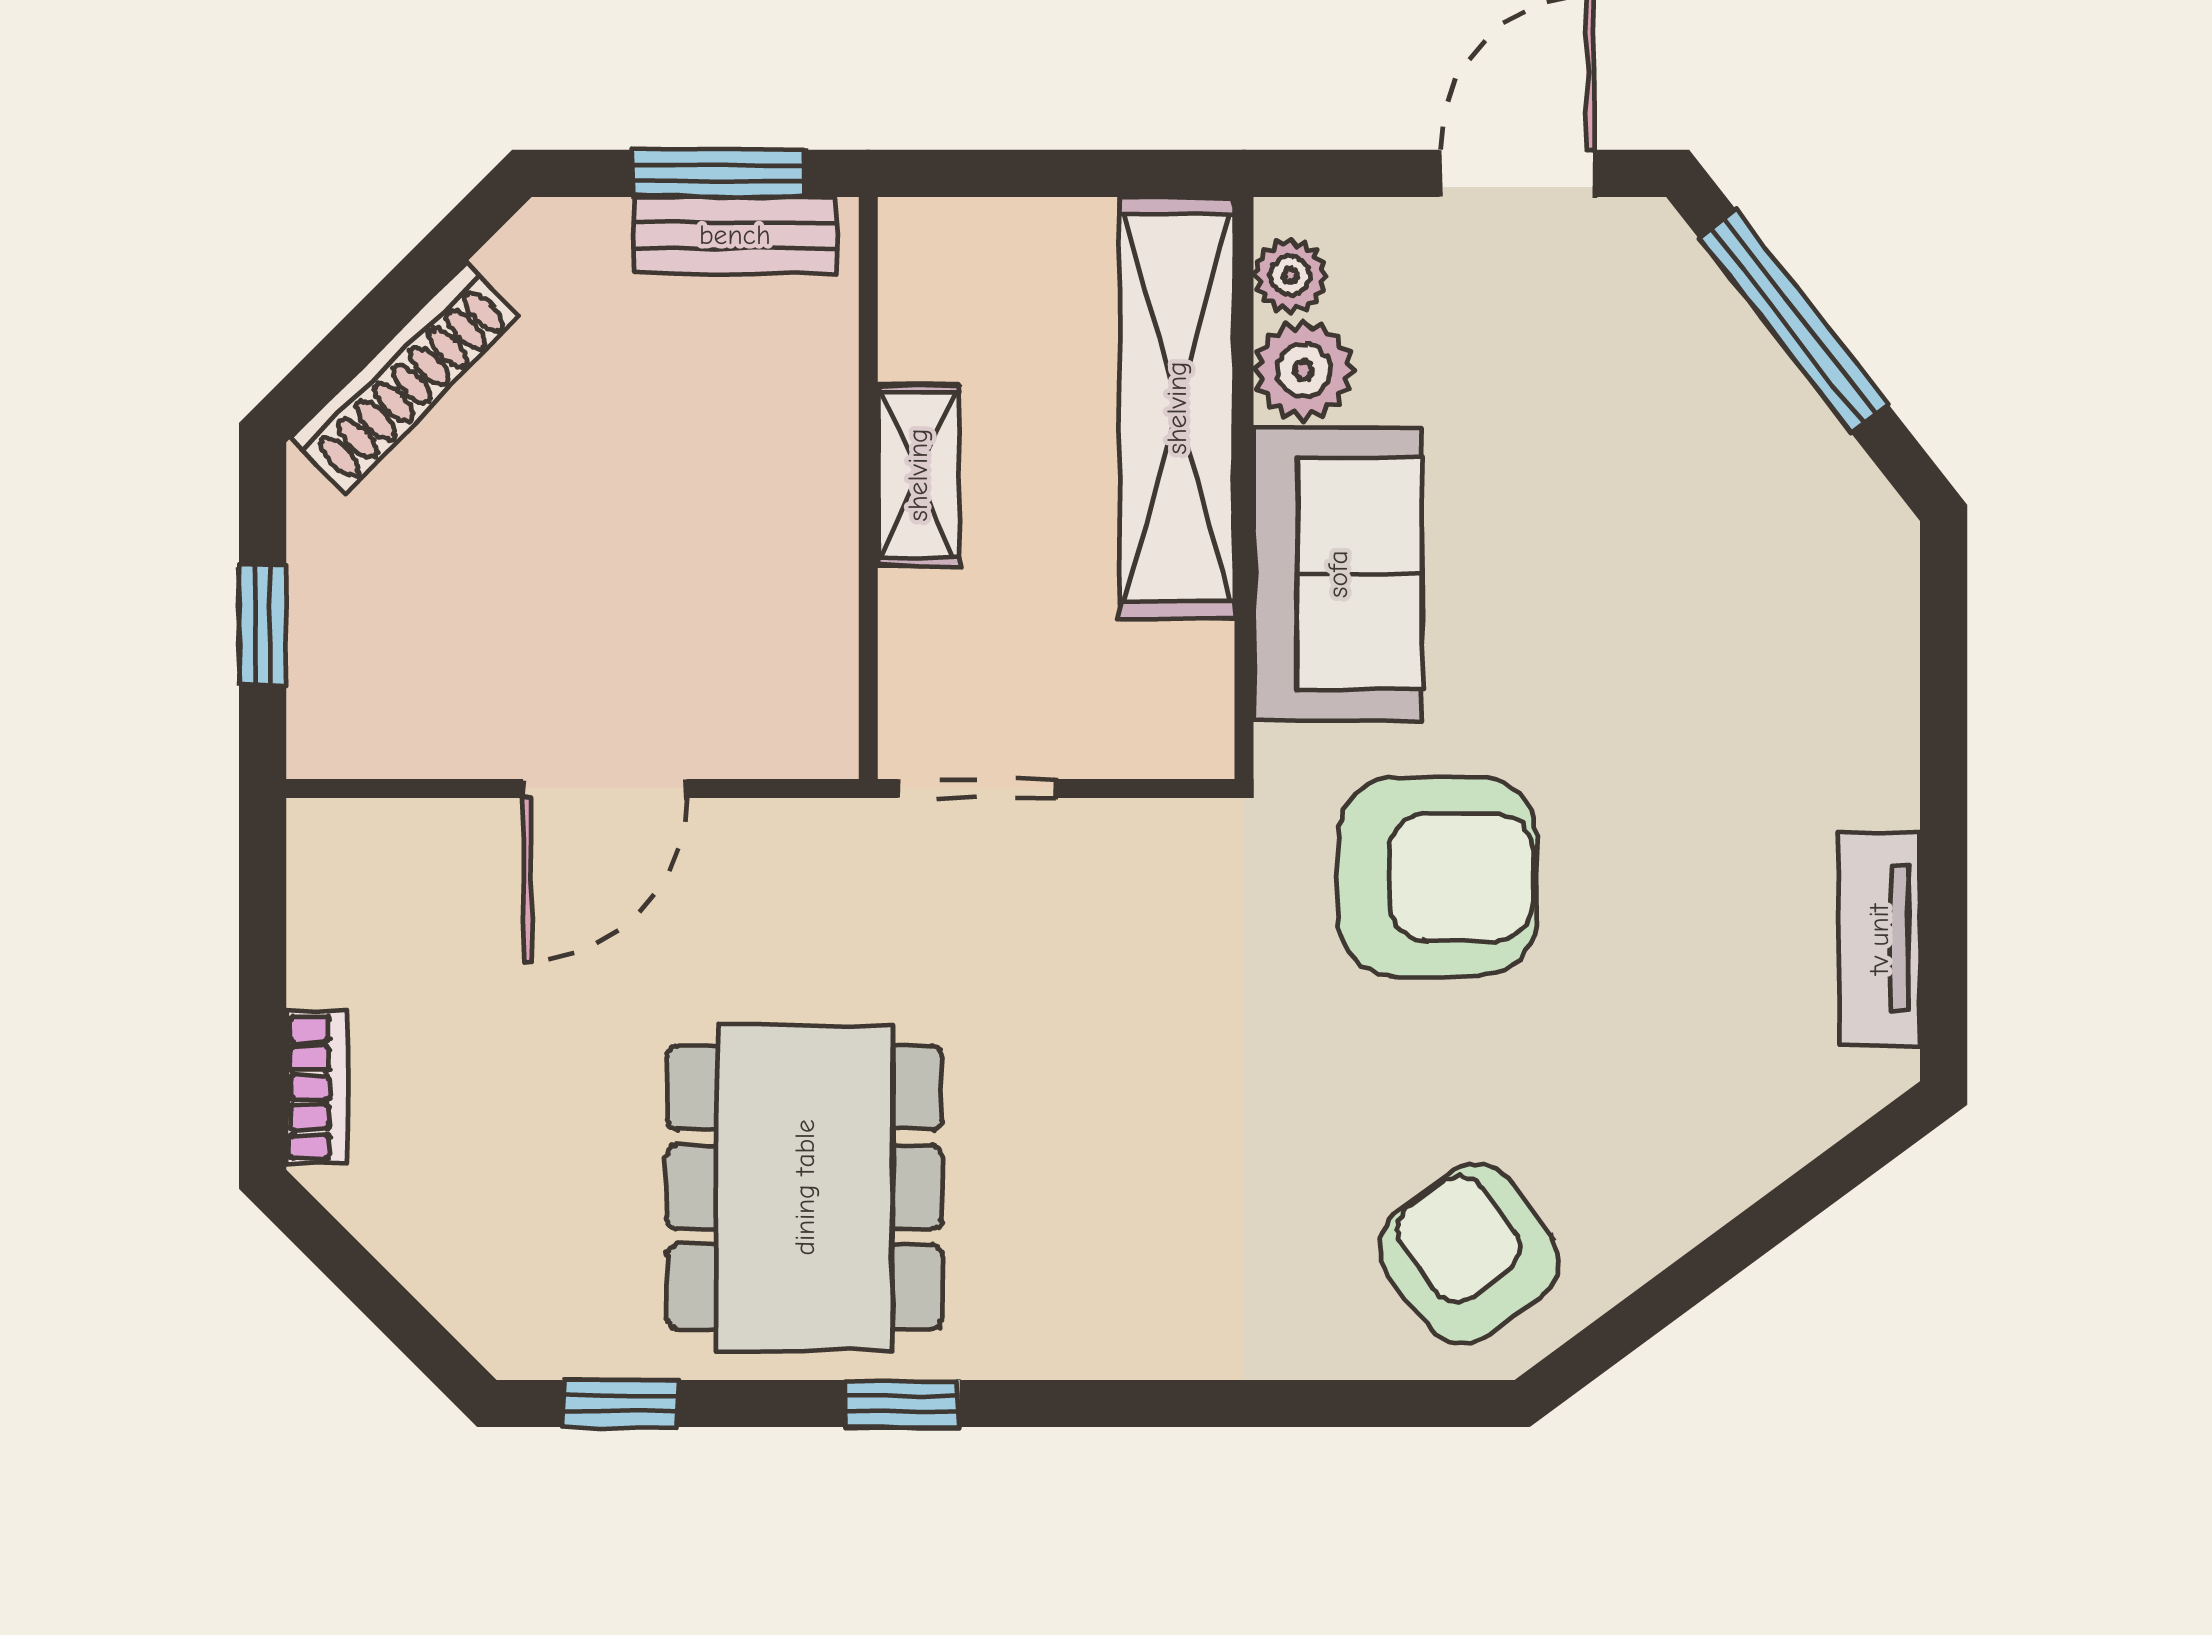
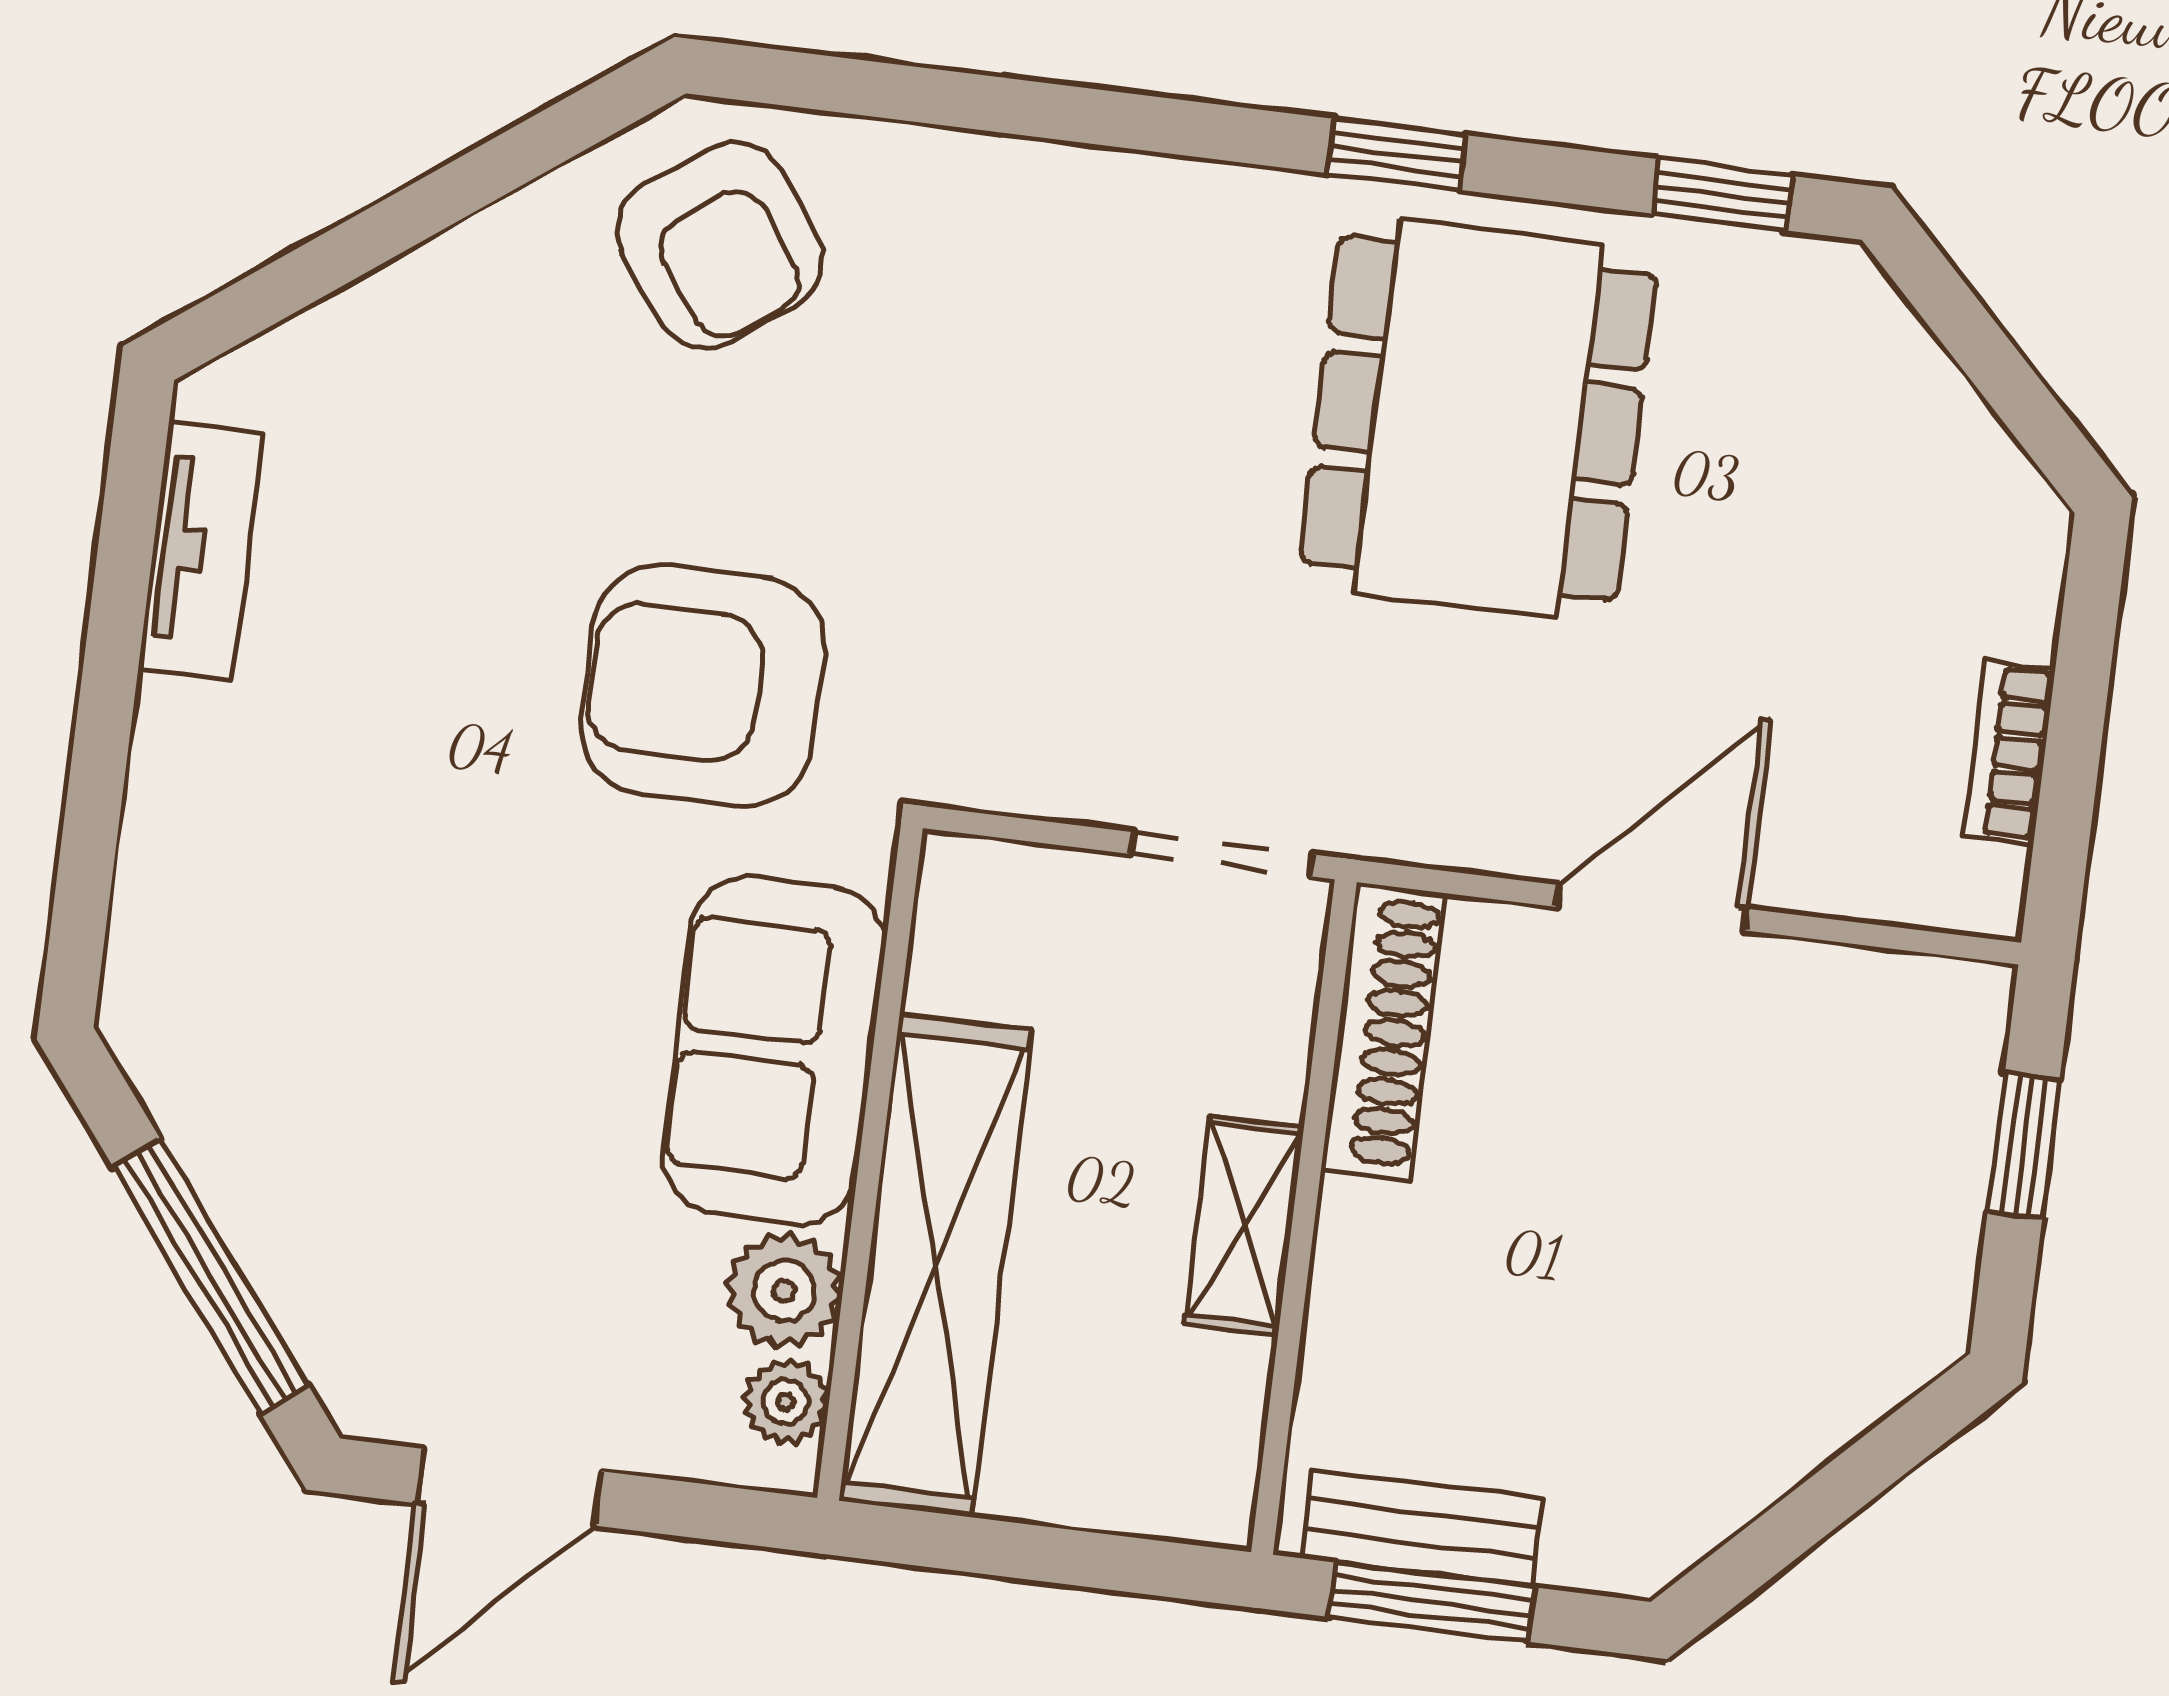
shoe rack: (405, 378) -> (1383, 1031), moved, turned 135
bookcase: (317, 1088) -> (2009, 752), moved

